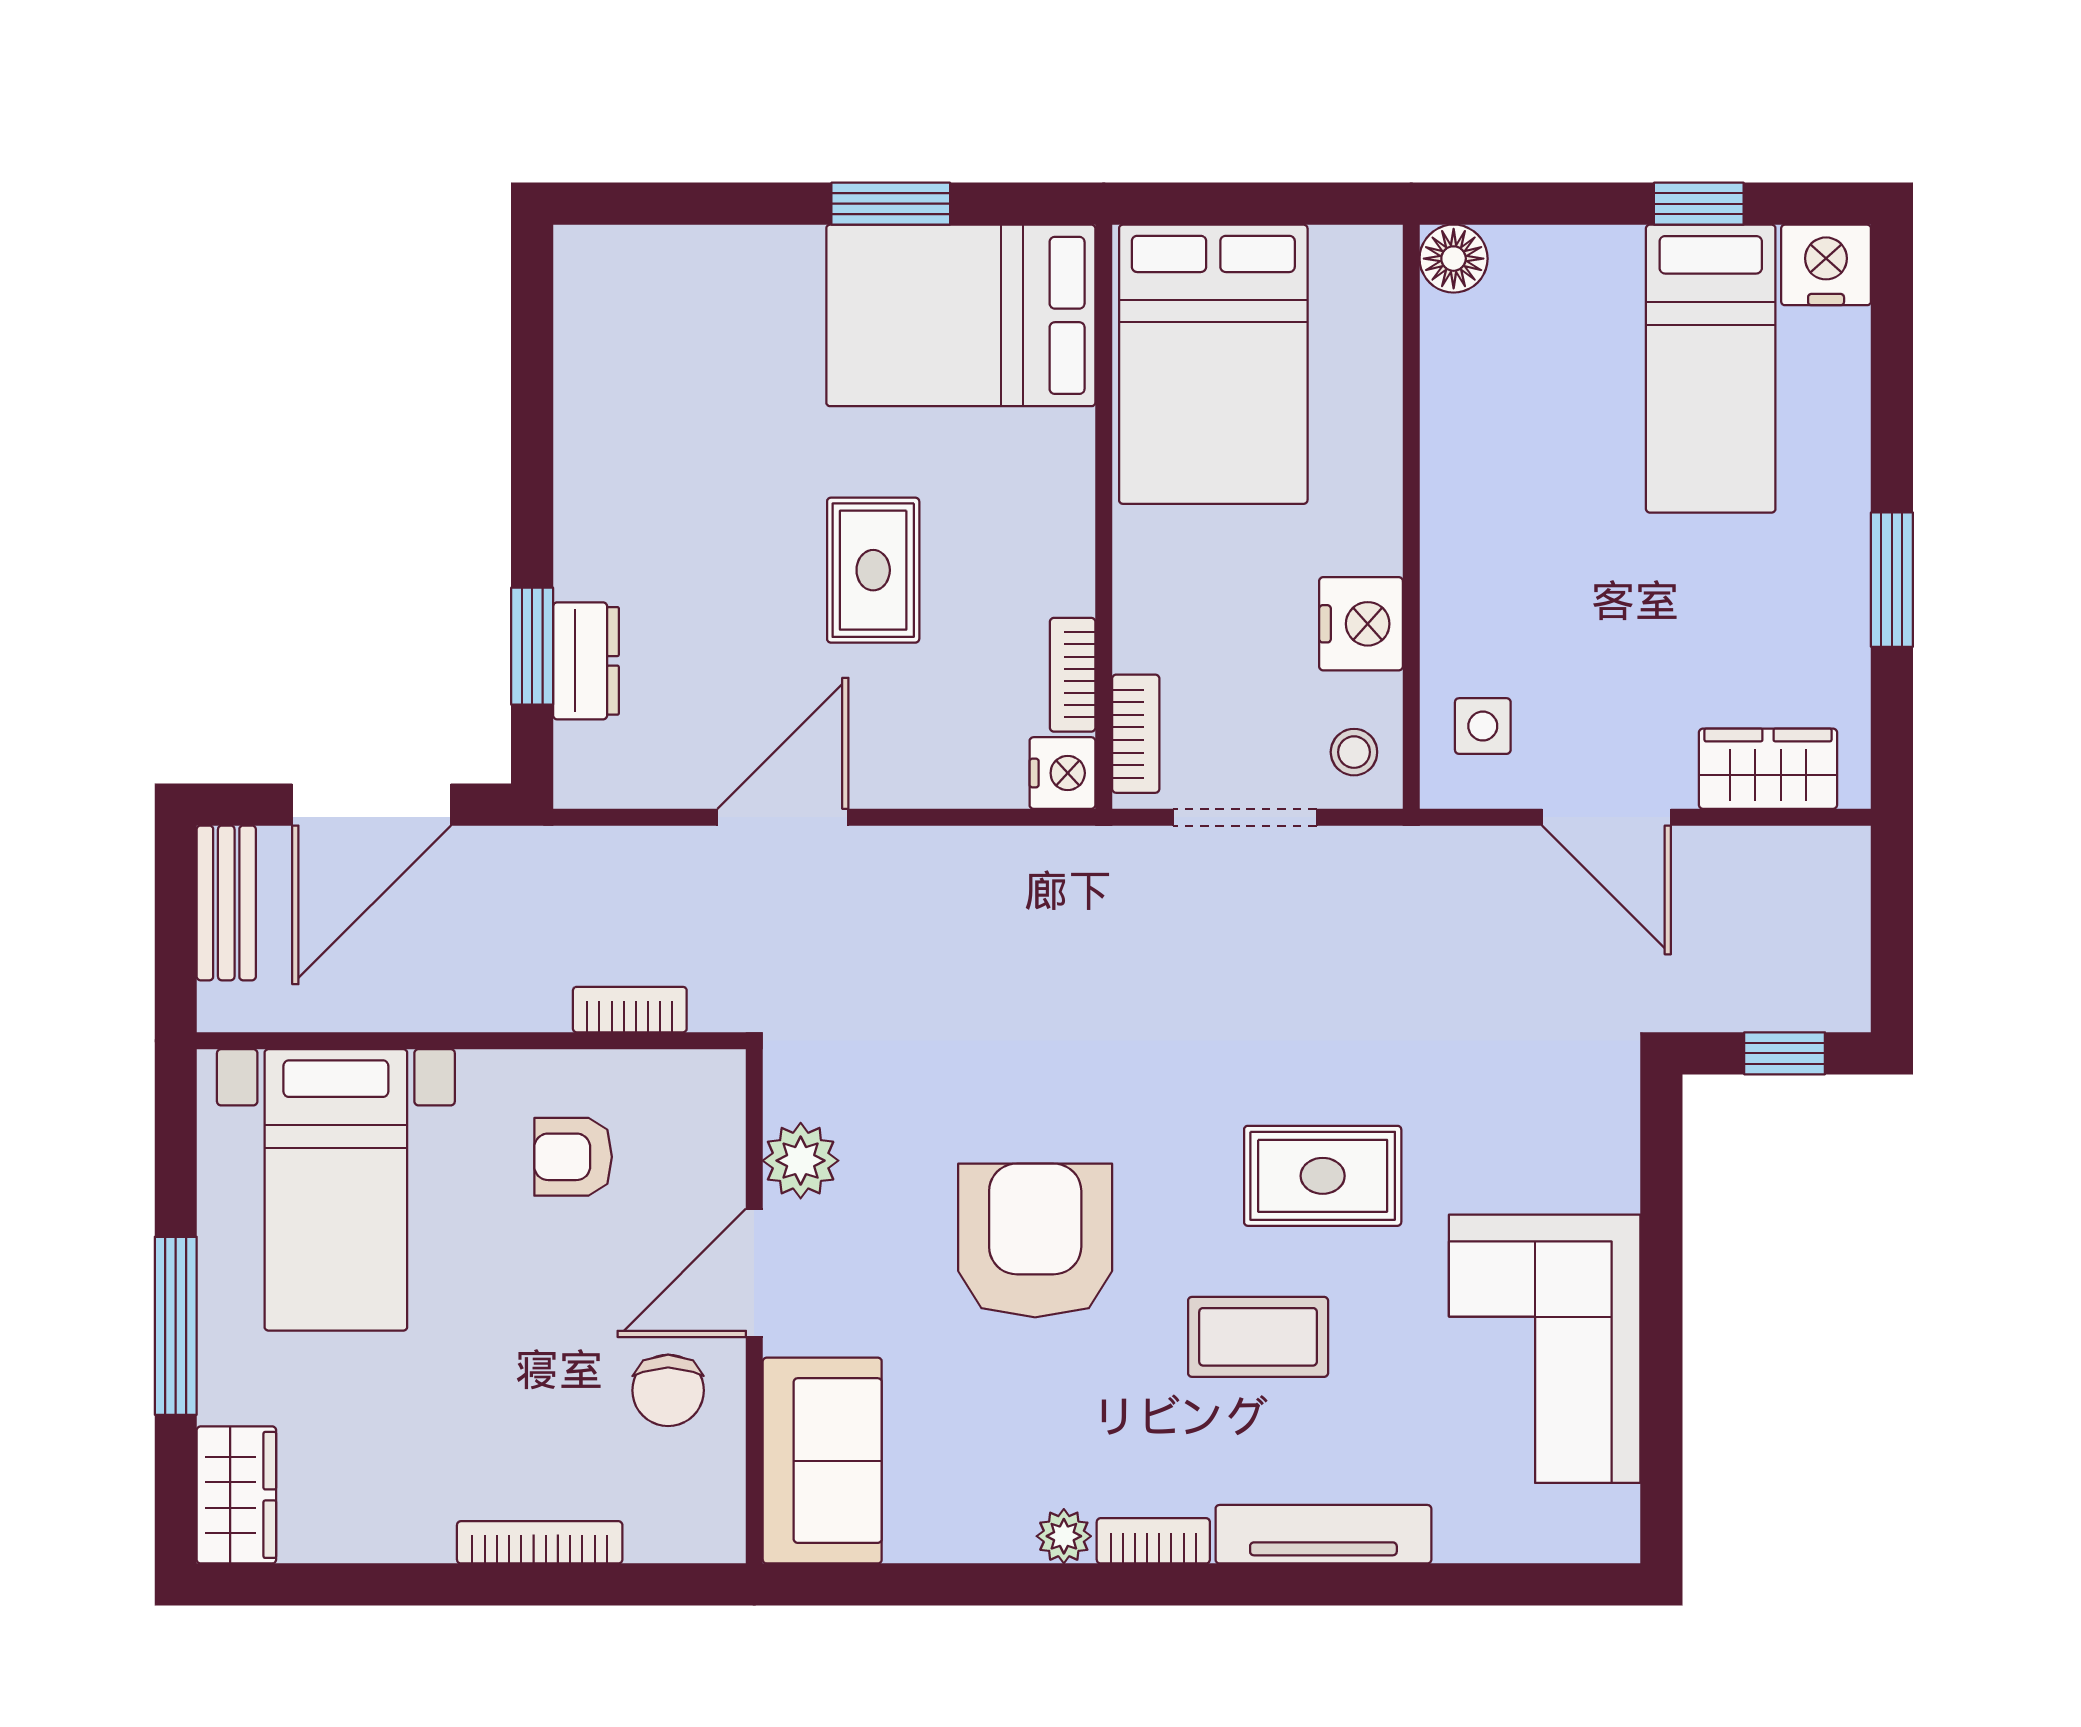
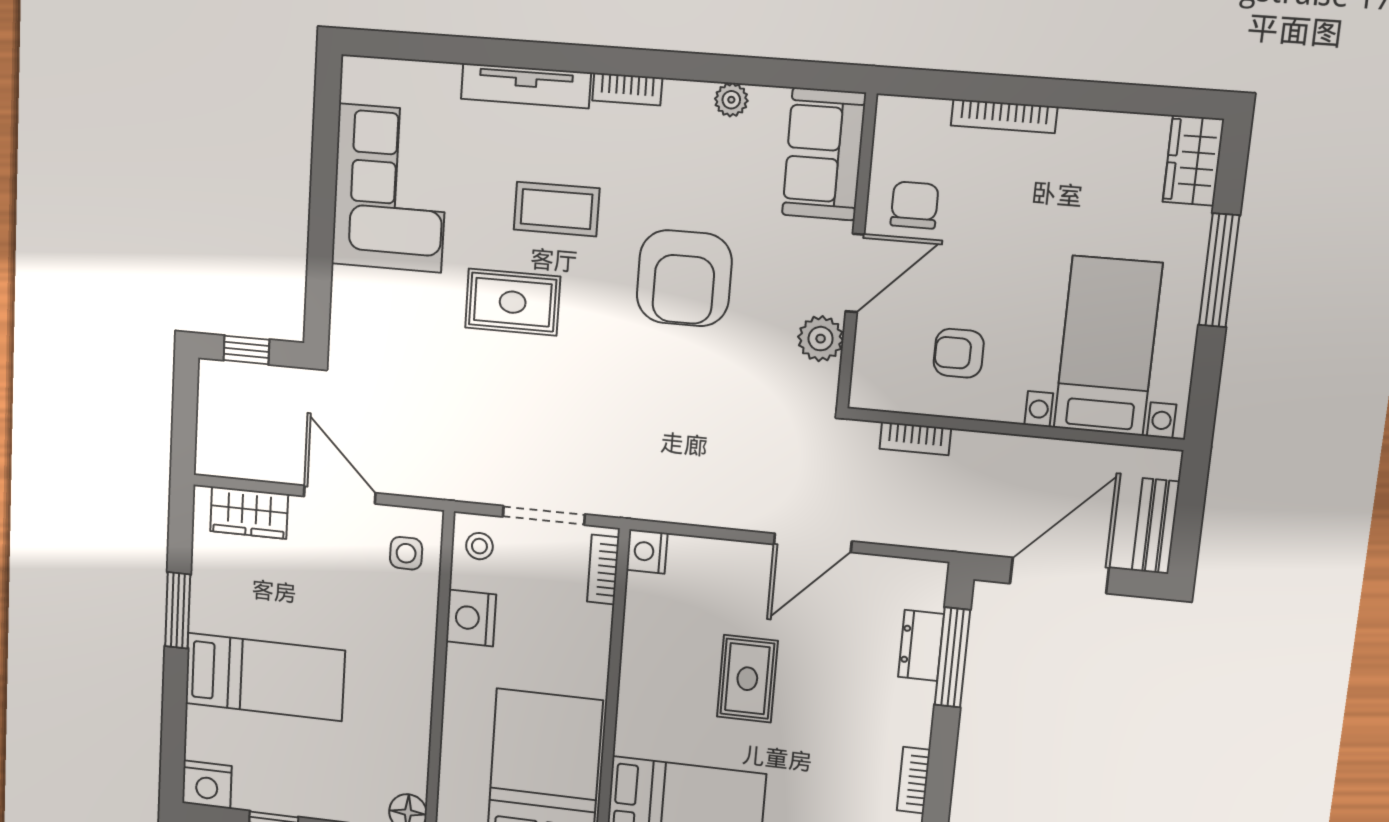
bed: (1711, 369) -> (265, 677), moved, turned 90
window: (532, 646) -> (952, 657), width x1.44
bookcase: (1073, 675) -> (913, 780), moved, turned 180
armchair: (573, 1157) -> (959, 353), turned 180
plant: (1064, 1536) -> (731, 100), moved

